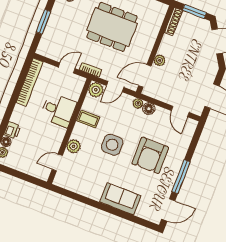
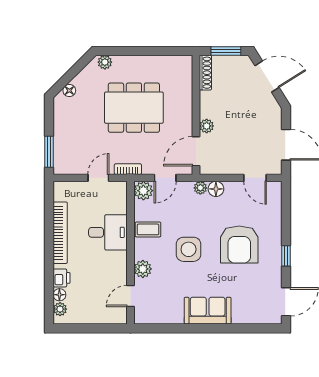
window: (43, 22) -> (49, 152), moved
bookcase: (30, 82) -> (60, 233), moved
window: (181, 177) -> (286, 256), width x0.46
sofa: (120, 199) -> (208, 311), moved

